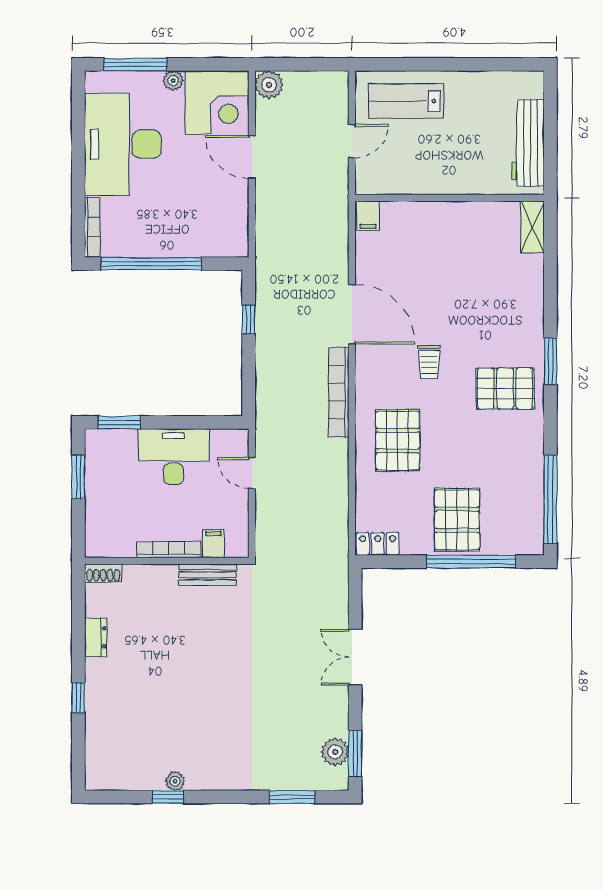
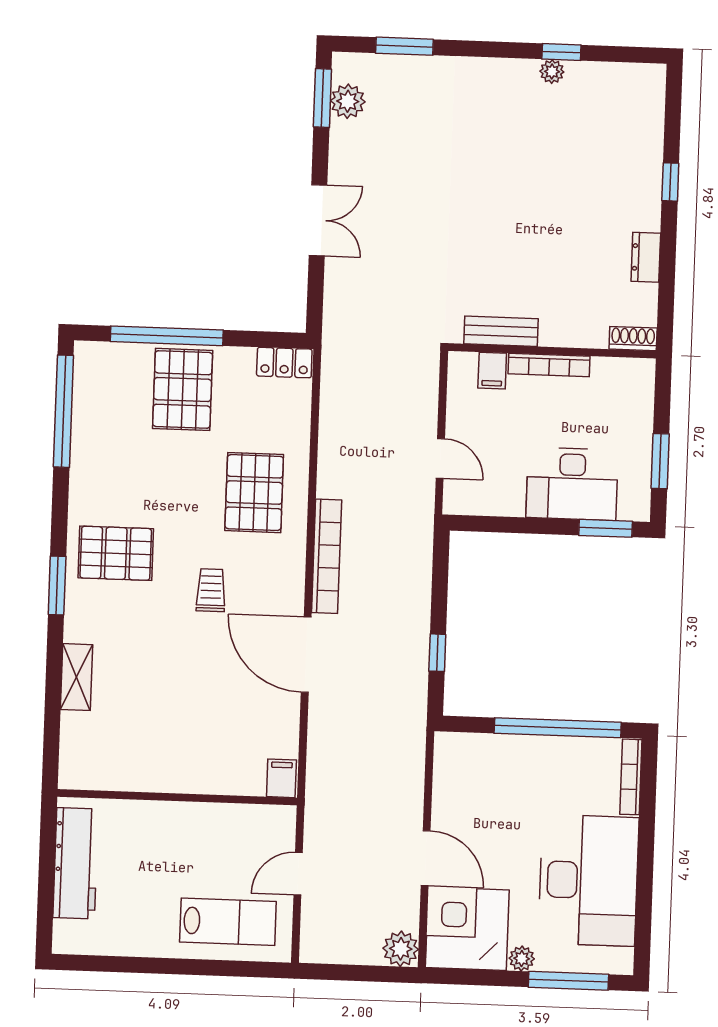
shelving: (532, 227) -> (77, 677), moved
desk: (173, 457) -> (572, 484), moved

